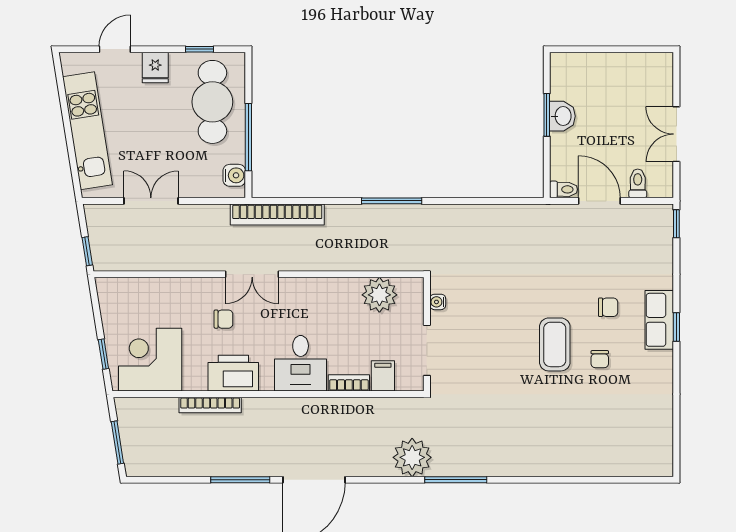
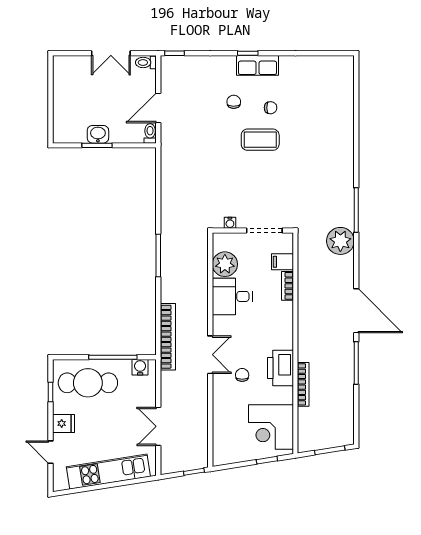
toilet: (638, 183) -> (146, 62), moved
row of seats: (659, 320) -> (258, 65), moved
desk: (301, 363) -> (232, 296), moved, turned 180

